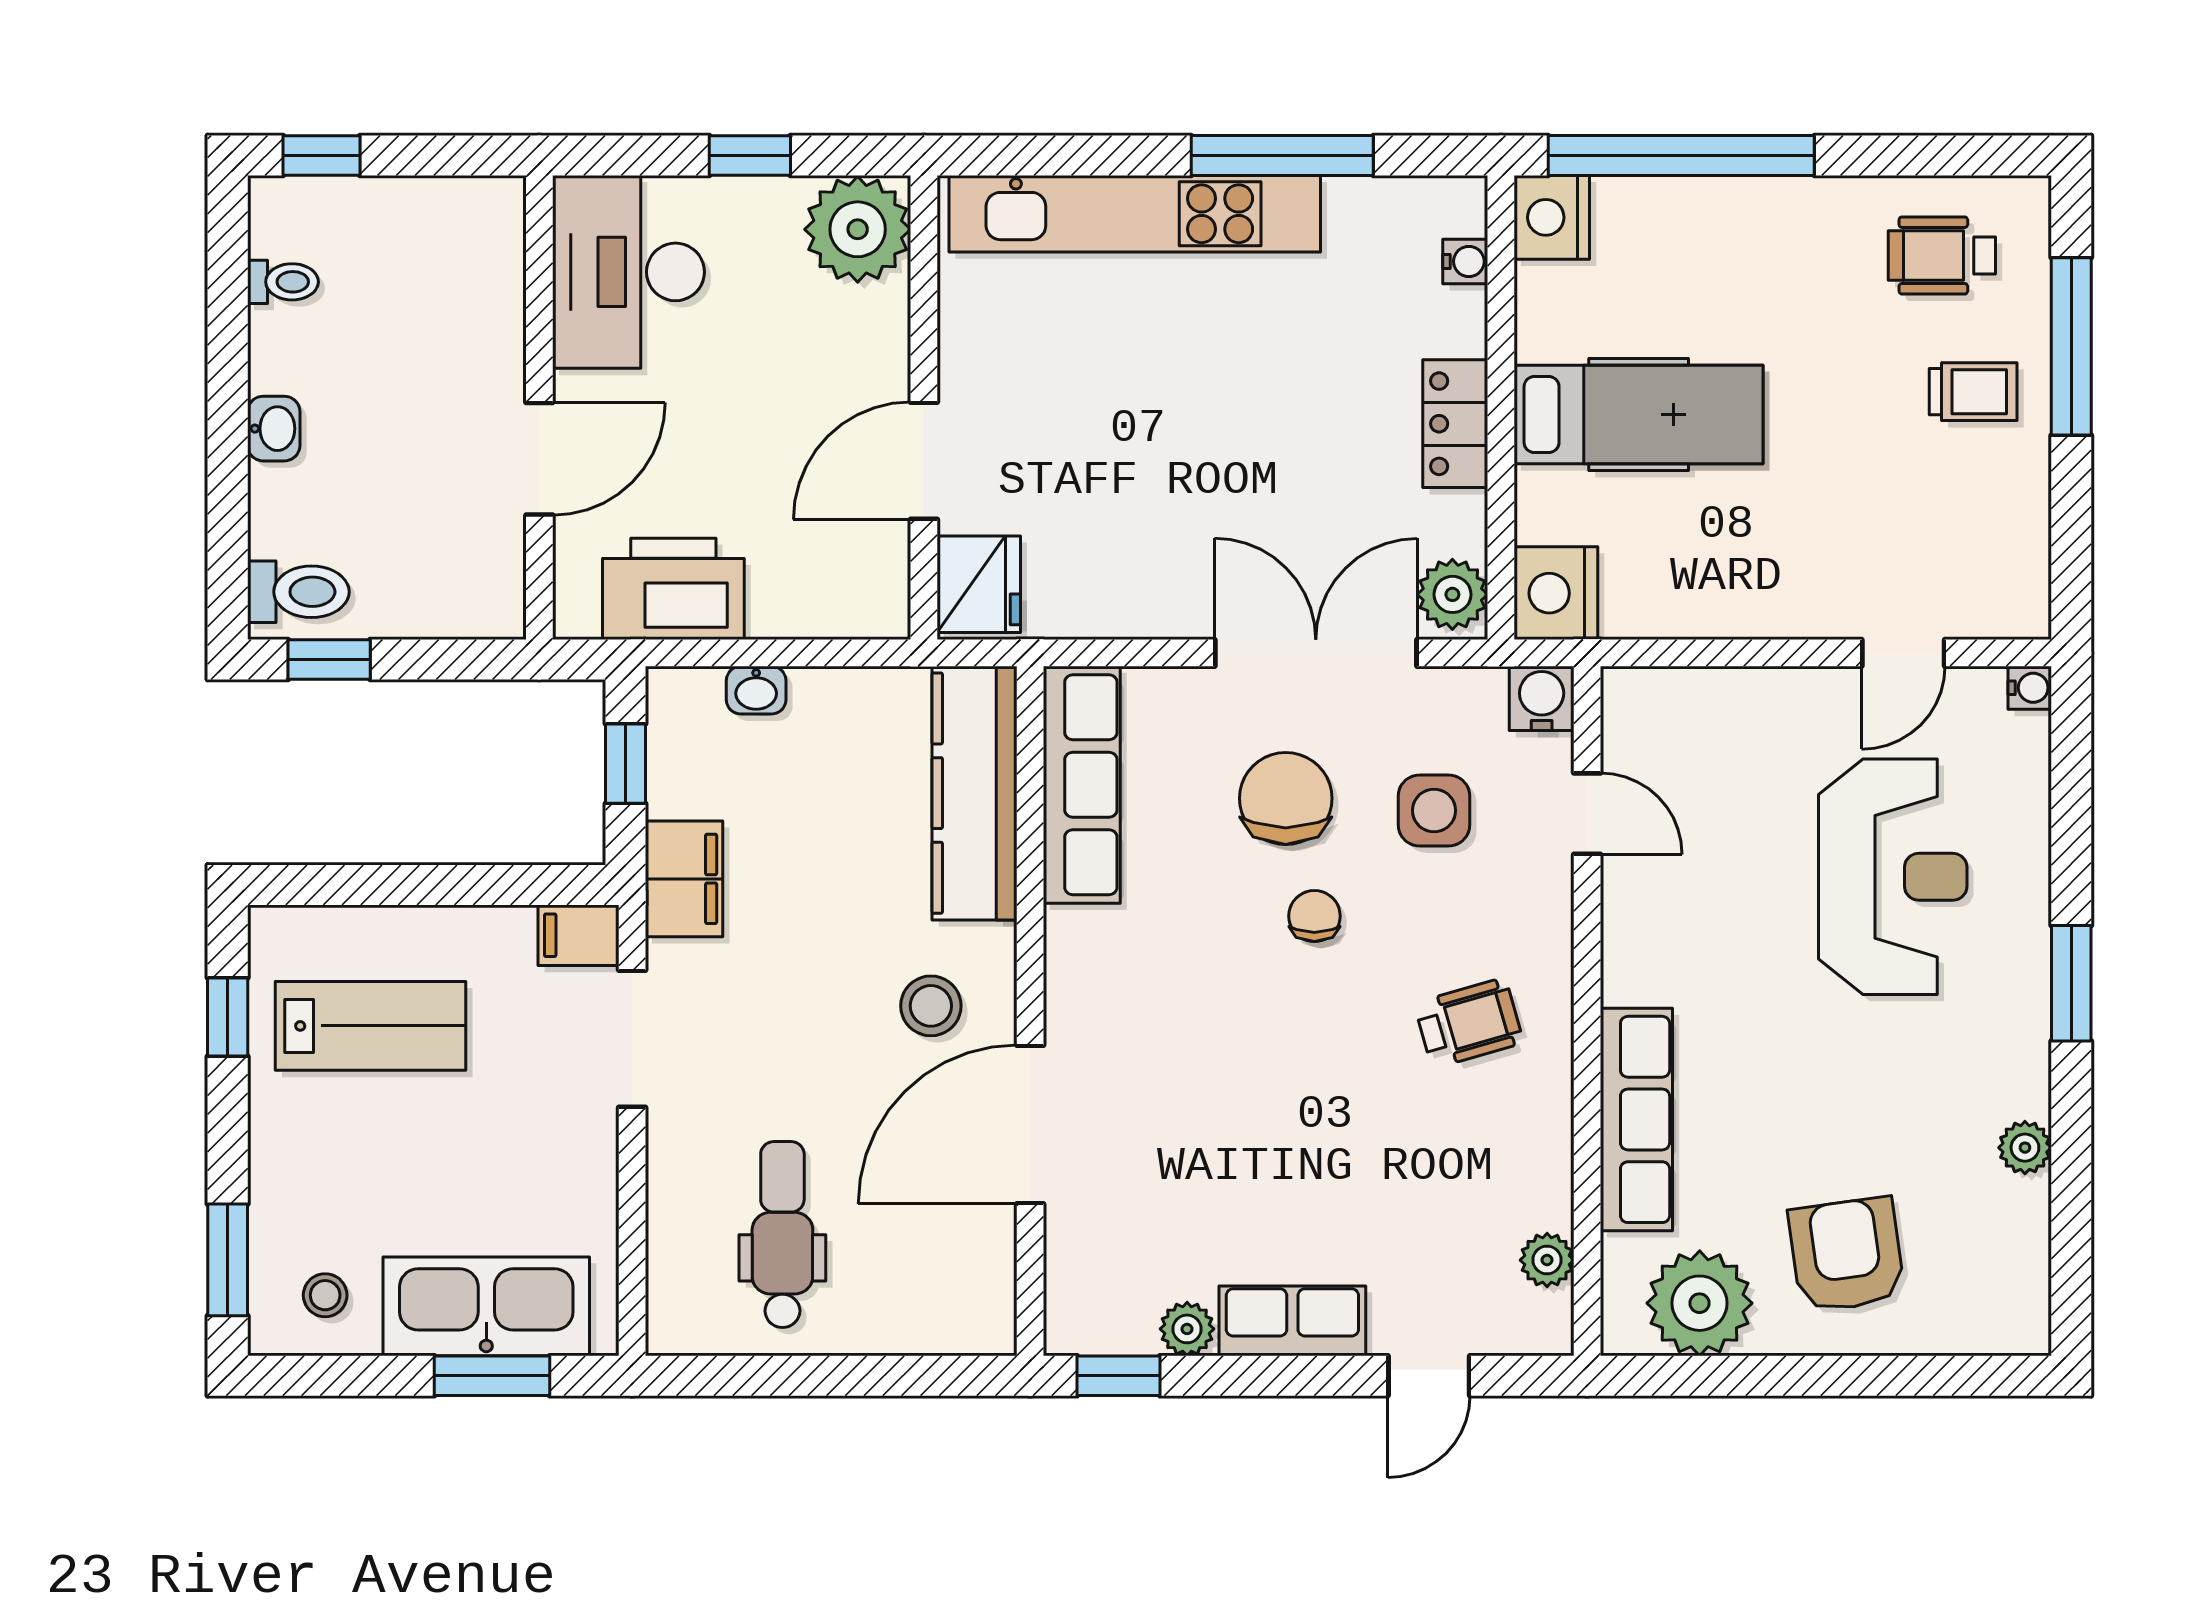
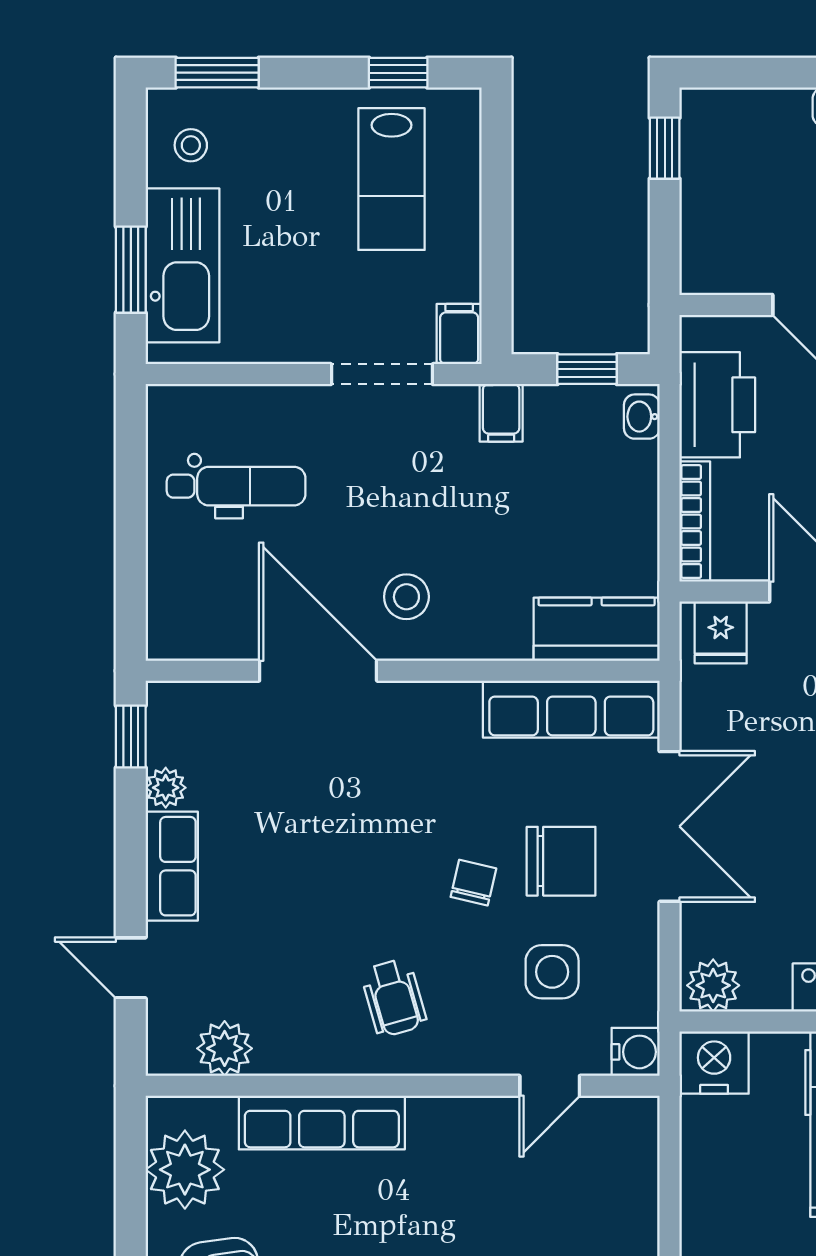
fridge: (979, 584) -> (721, 632), width x0.72
toilet: (298, 592) -> (715, 125), removed
bookcase: (830, 619) -> (695, 522), added
double door: (1316, 653) -> (670, 826), moved
washbasin: (756, 690) -> (642, 417), moved
kitchen counter: (974, 793) -> (597, 629), width x0.67
filing cabinet: (684, 879) -> (501, 413), width x0.50
chair: (1314, 916) -> (473, 883), turned -77
plant: (1547, 1260) -> (225, 1048), width x1.38, depth x1.38

